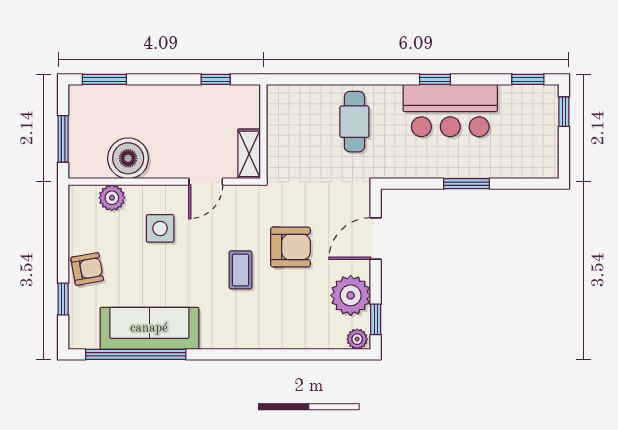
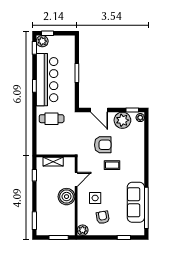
plant: (545, 99) -> (42, 41), added
bar counter: (450, 111) -> (47, 80), width x1.36
shelving: (249, 154) -> (53, 162), moved
boiler: (128, 158) -> (67, 197), moved
door: (206, 182) -> (76, 179), hinge flipped
plant: (112, 198) -> (83, 230), moved
armchair: (290, 247) -> (103, 145), turned 90
armchair: (87, 269) -> (103, 217), moved

